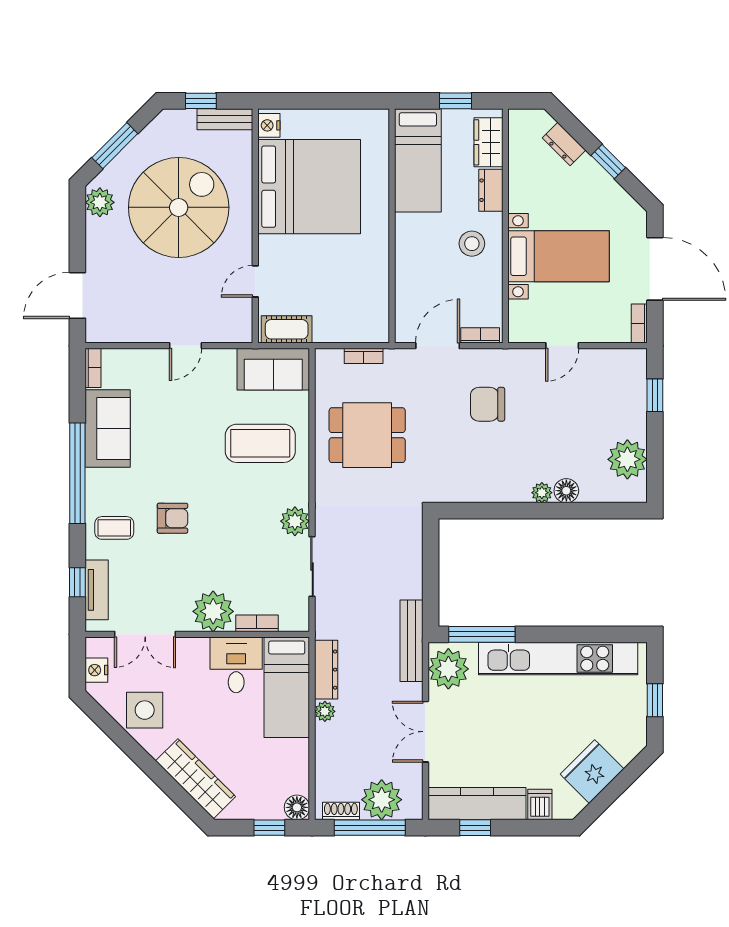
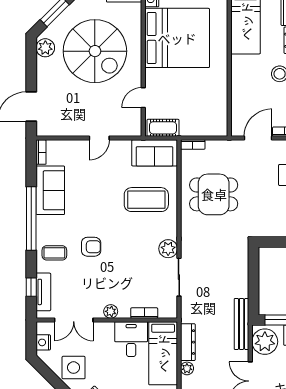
spiral stairs: (179, 207) -> (95, 51), turned 90
bookcase: (364, 356) -> (193, 145), moved
plant: (213, 611) -> (111, 311), width x0.53, depth x0.53

